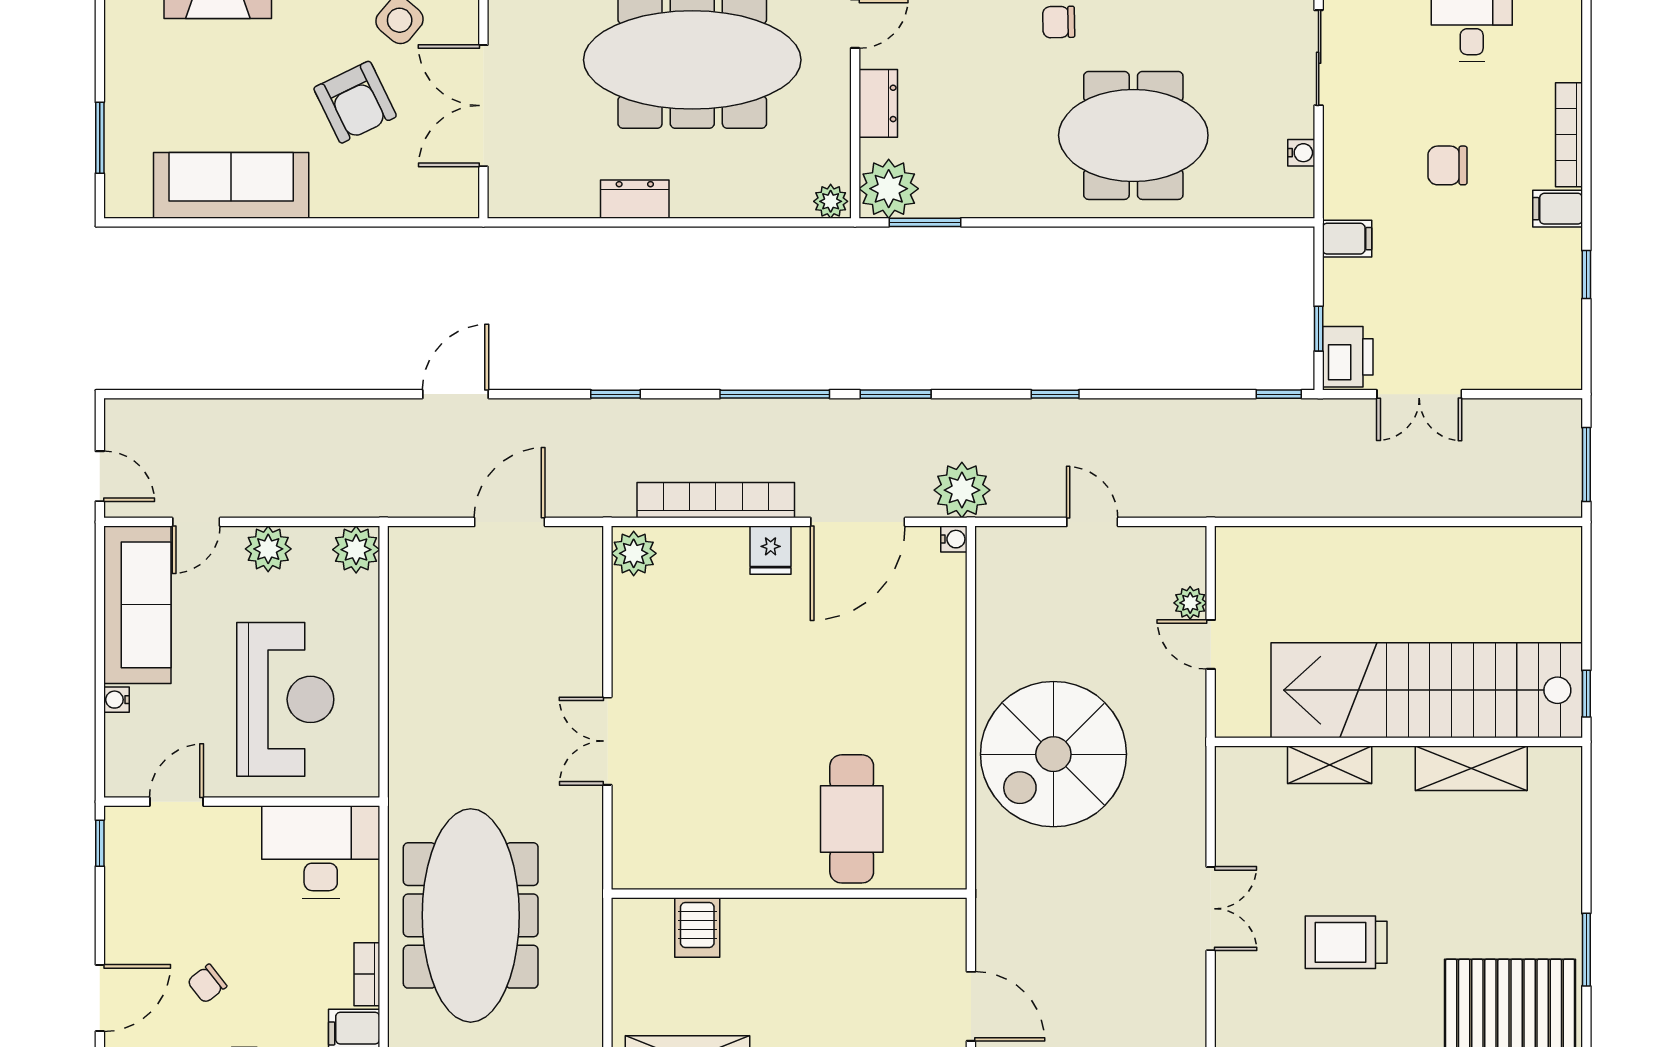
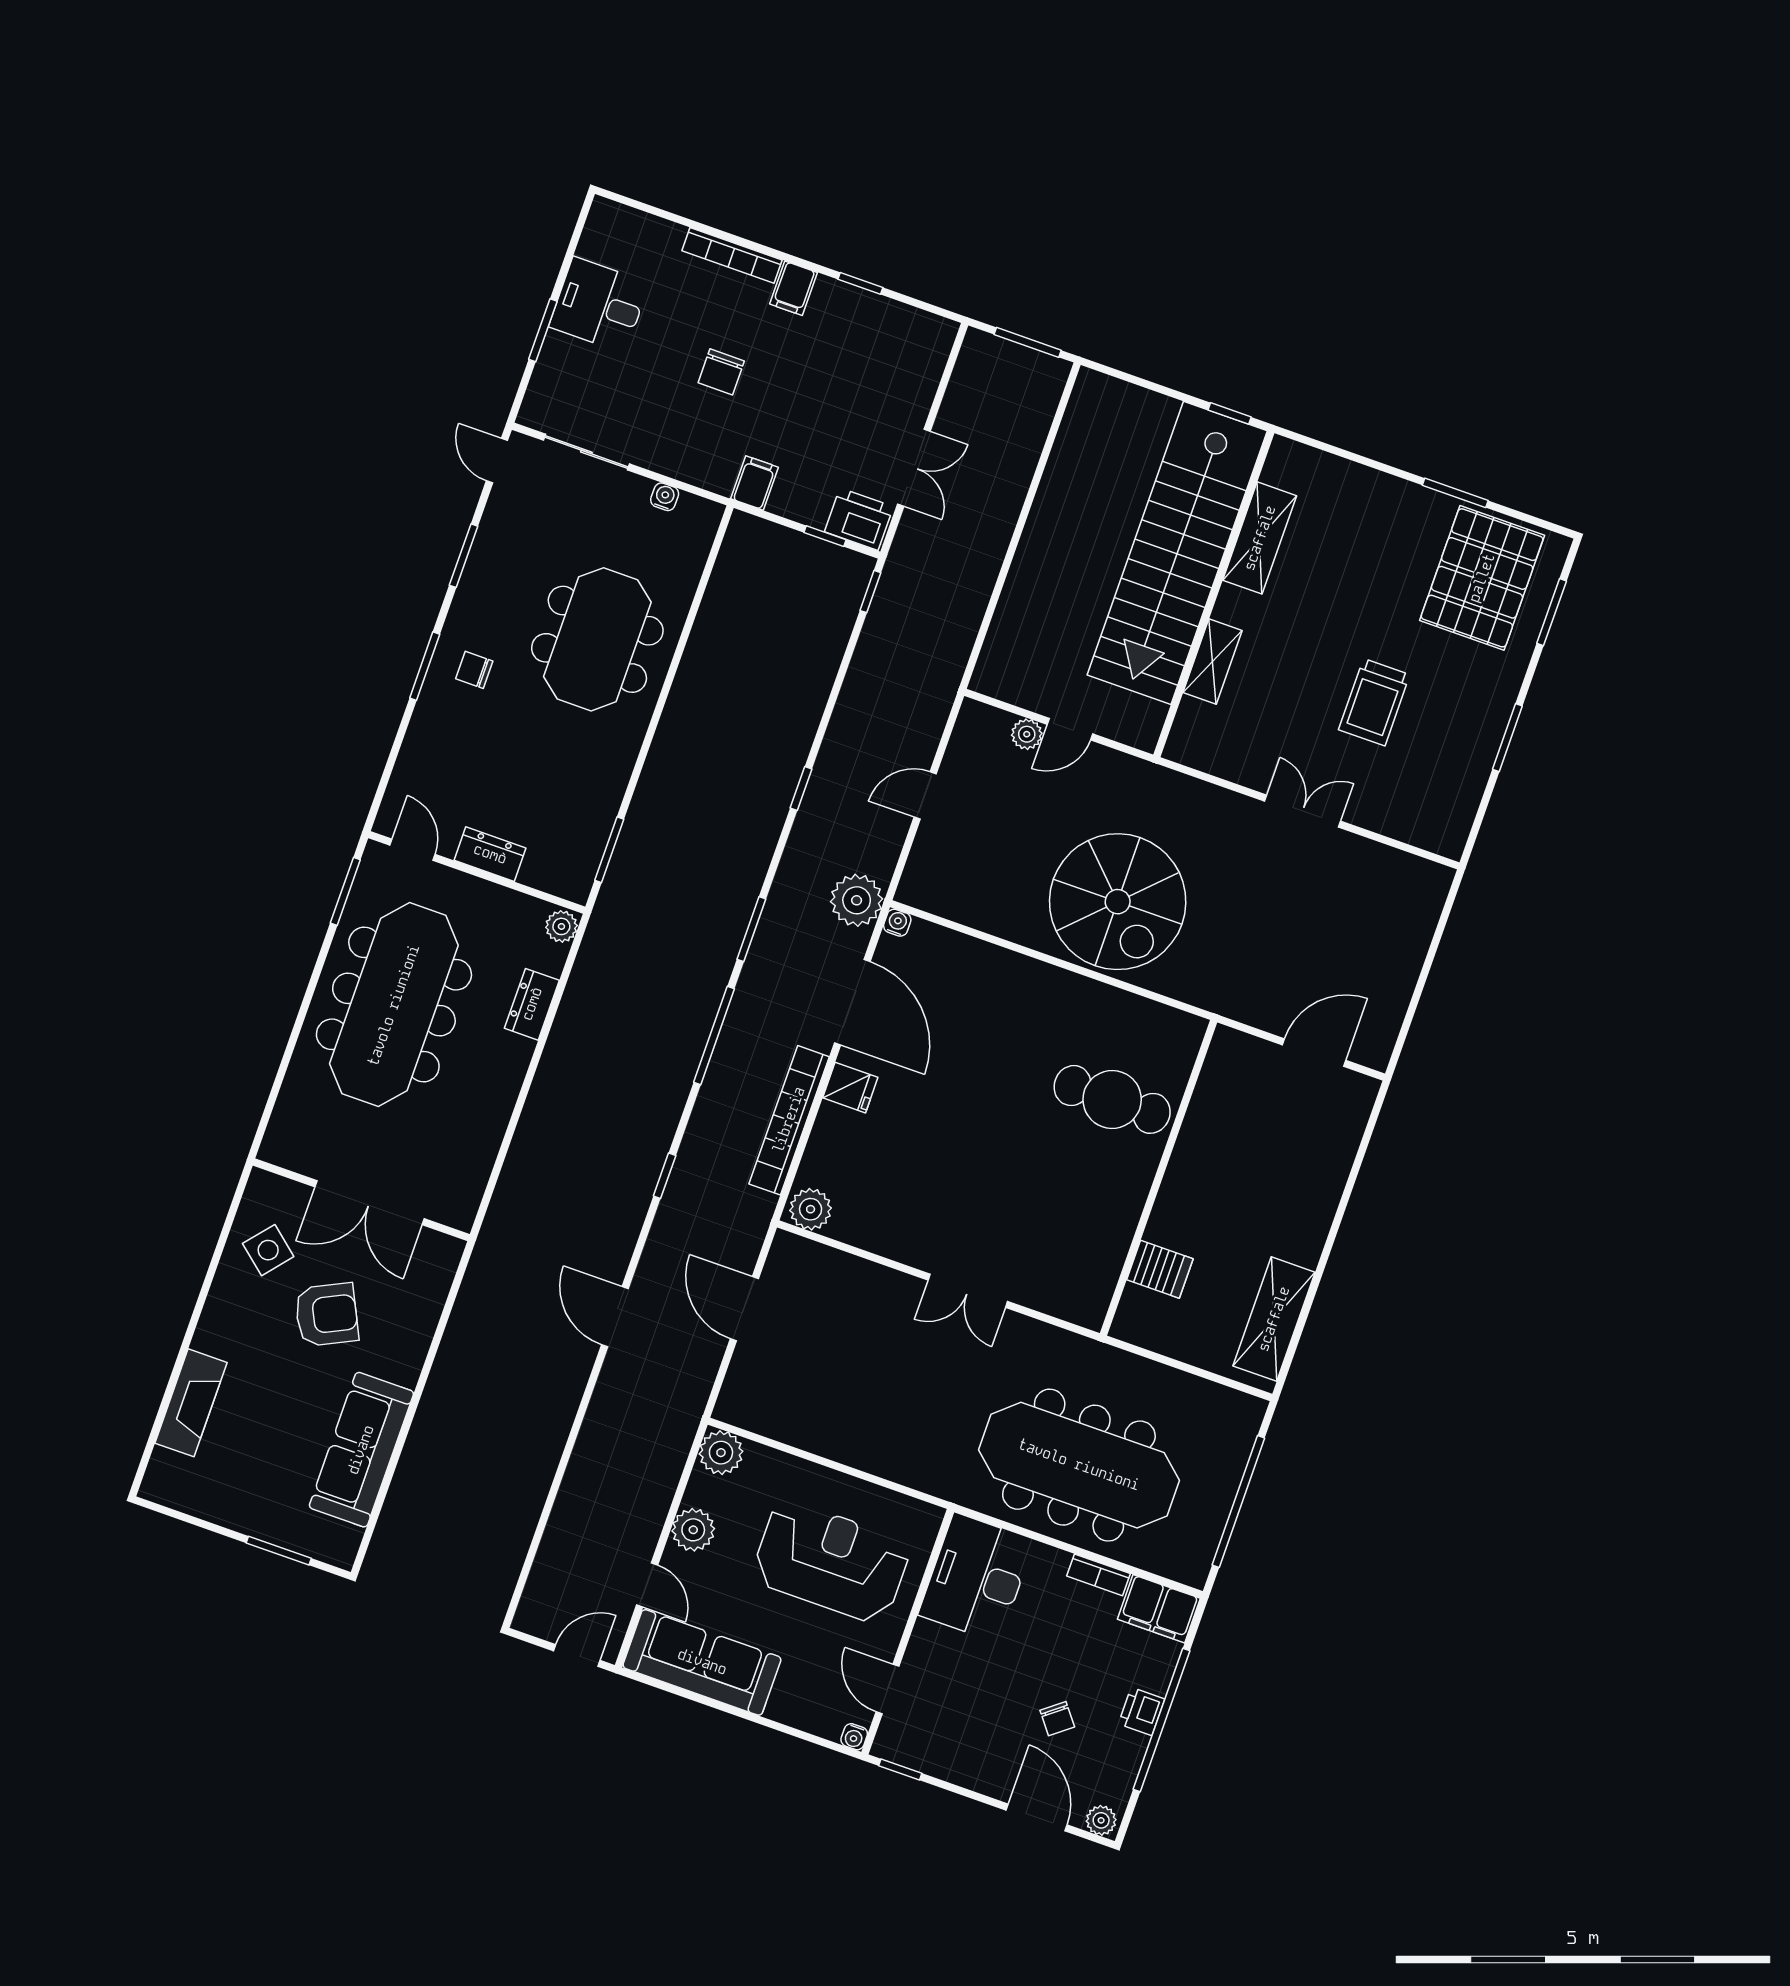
chair: (1059, 22) -> (474, 670), turned 91
plant: (889, 189) -> (568, 871), removed
dresser: (635, 199) -> (532, 1004), moved
water cooler: (116, 700) -> (854, 1737), moved

